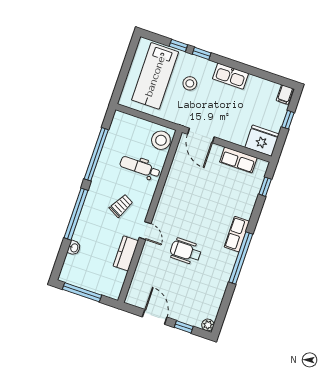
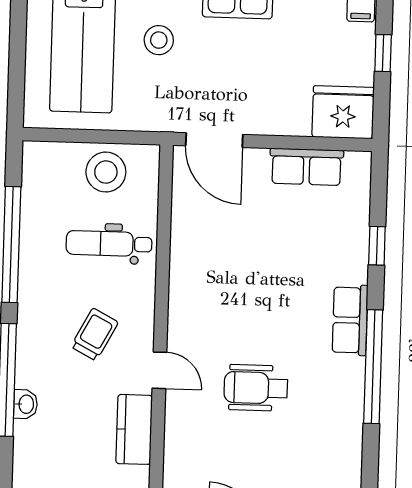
stool: (161, 140) -> (106, 172), moved
window: (265, 187) -> (377, 246), moved
washbasin: (74, 248) -> (26, 404), moved

